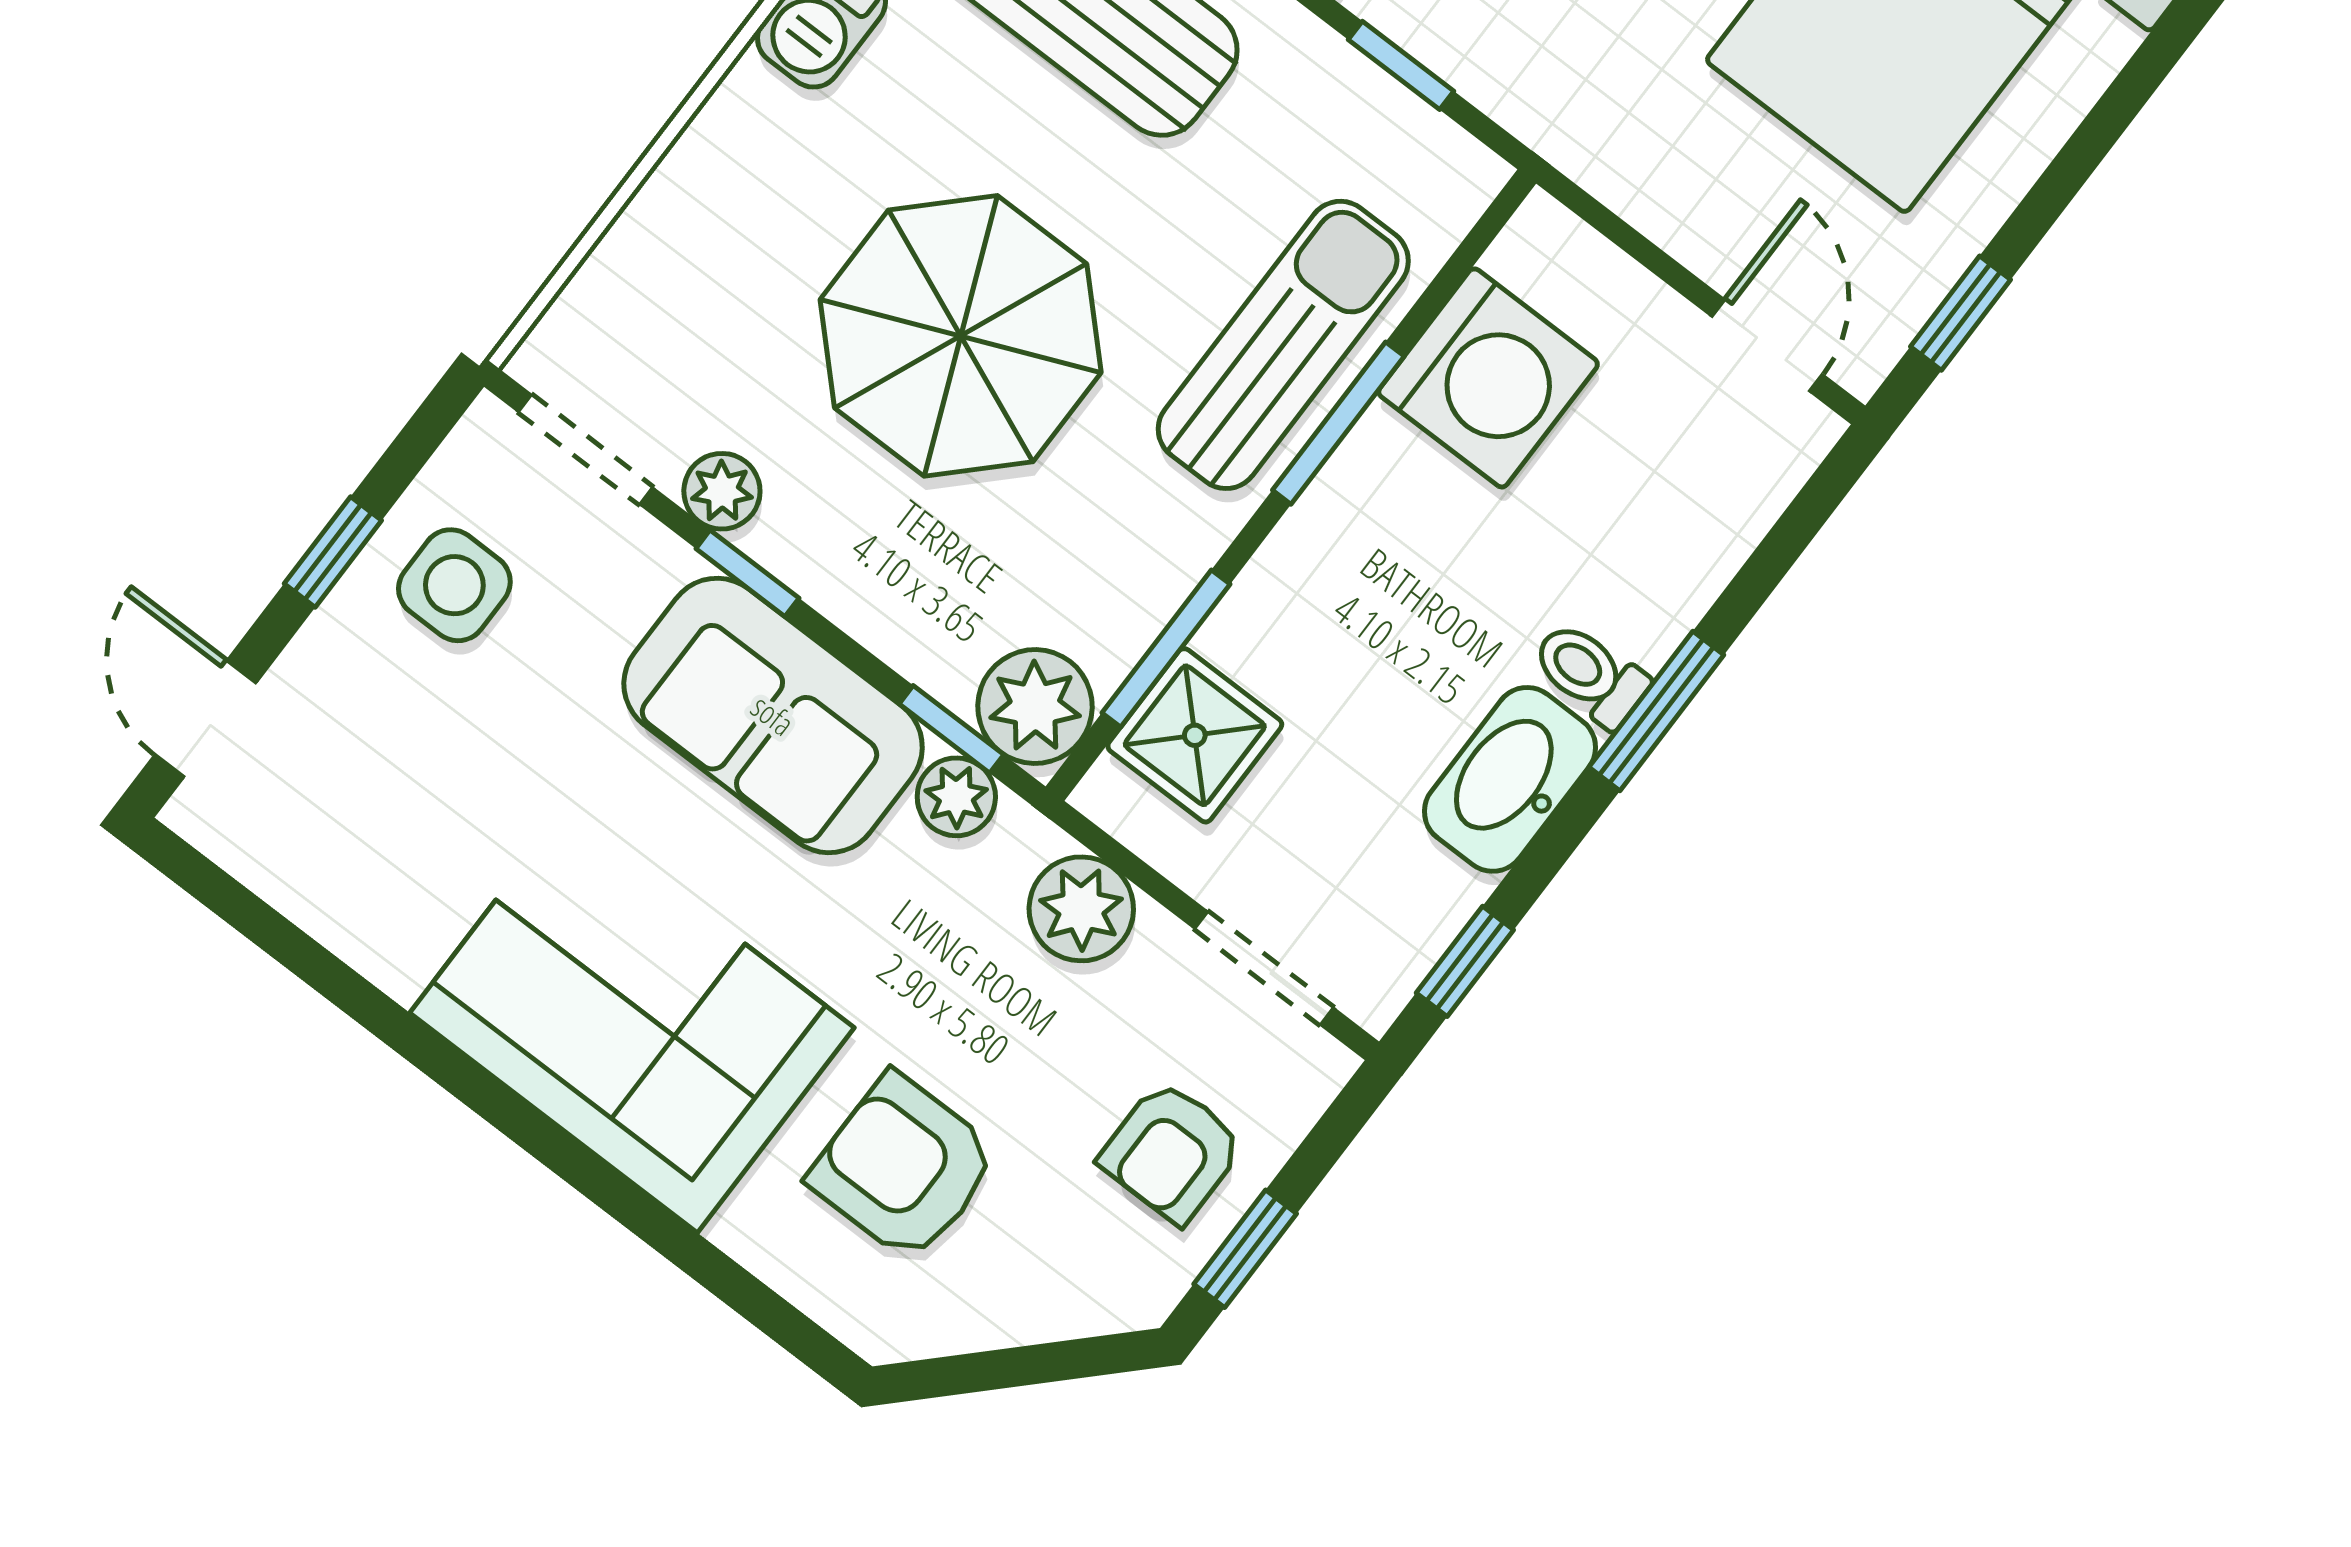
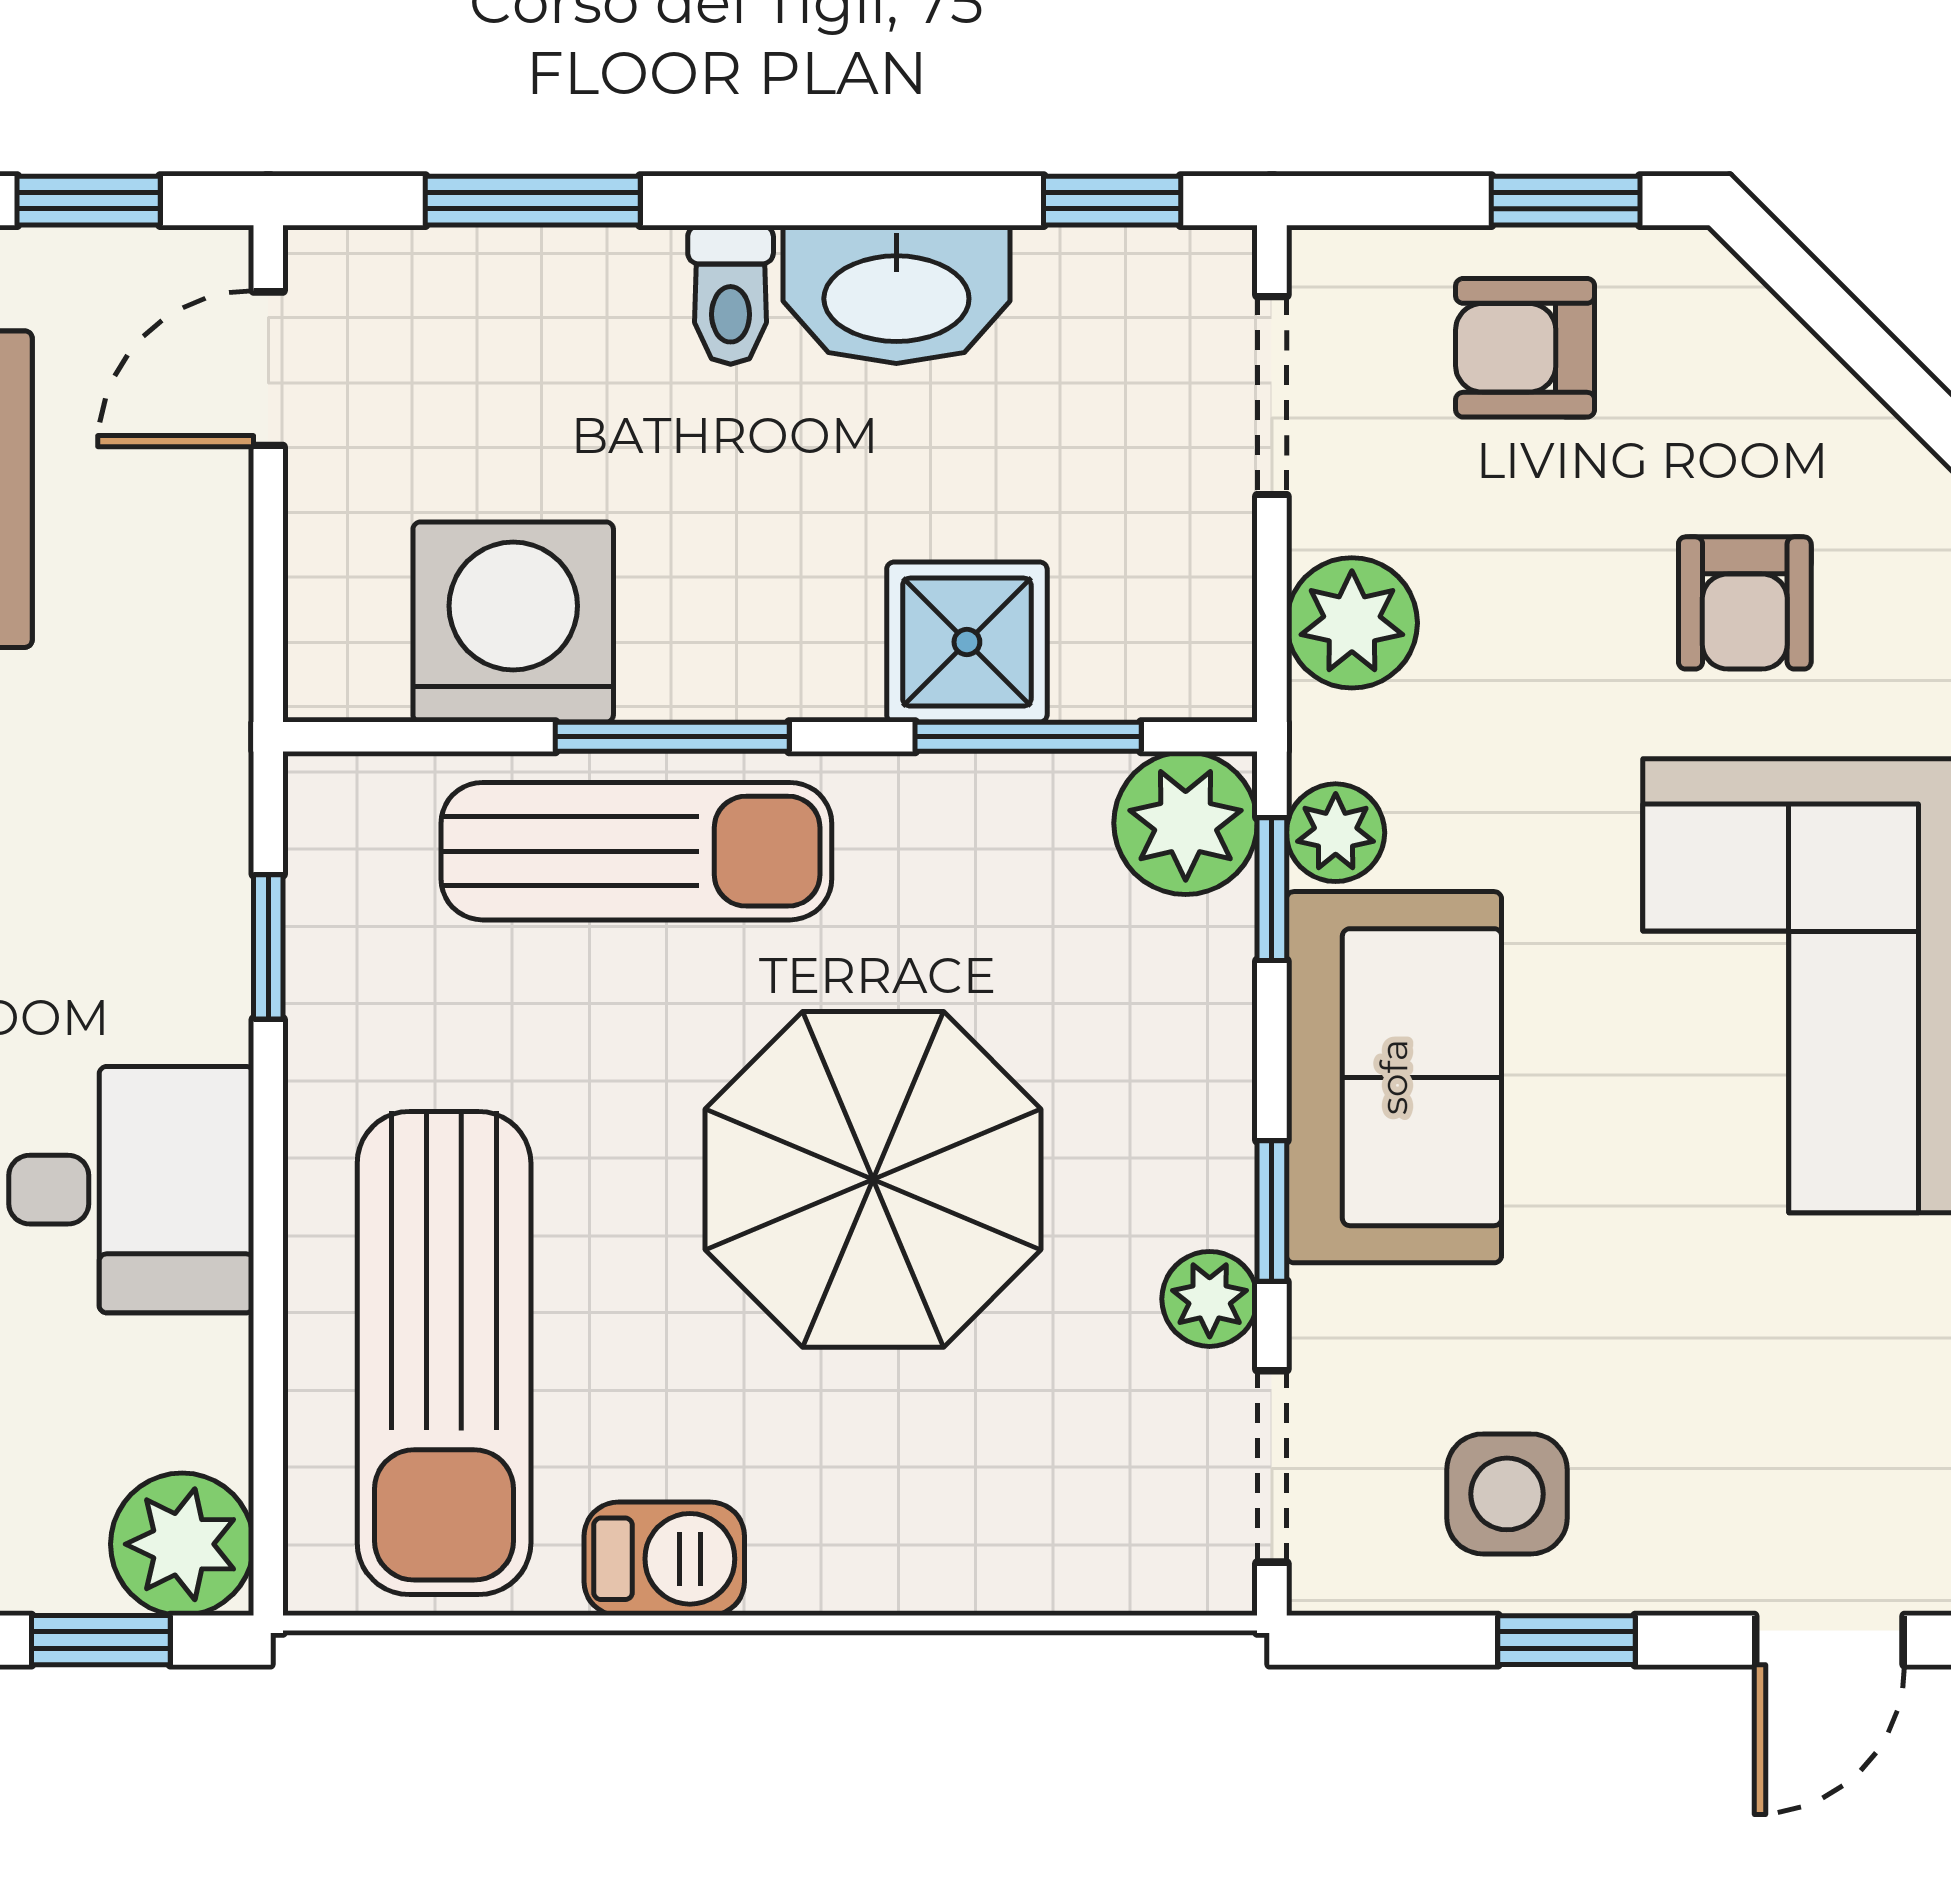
sun lounger: (1283, 345) -> (636, 851), turned 180
window: (1656, 711) -> (533, 201), moved
shower: (1195, 735) -> (967, 642), moved
armchair: (1172, 1152) -> (1525, 348), turned 180
armchair: (904, 1167) -> (1745, 603), width x0.72, depth x0.72

